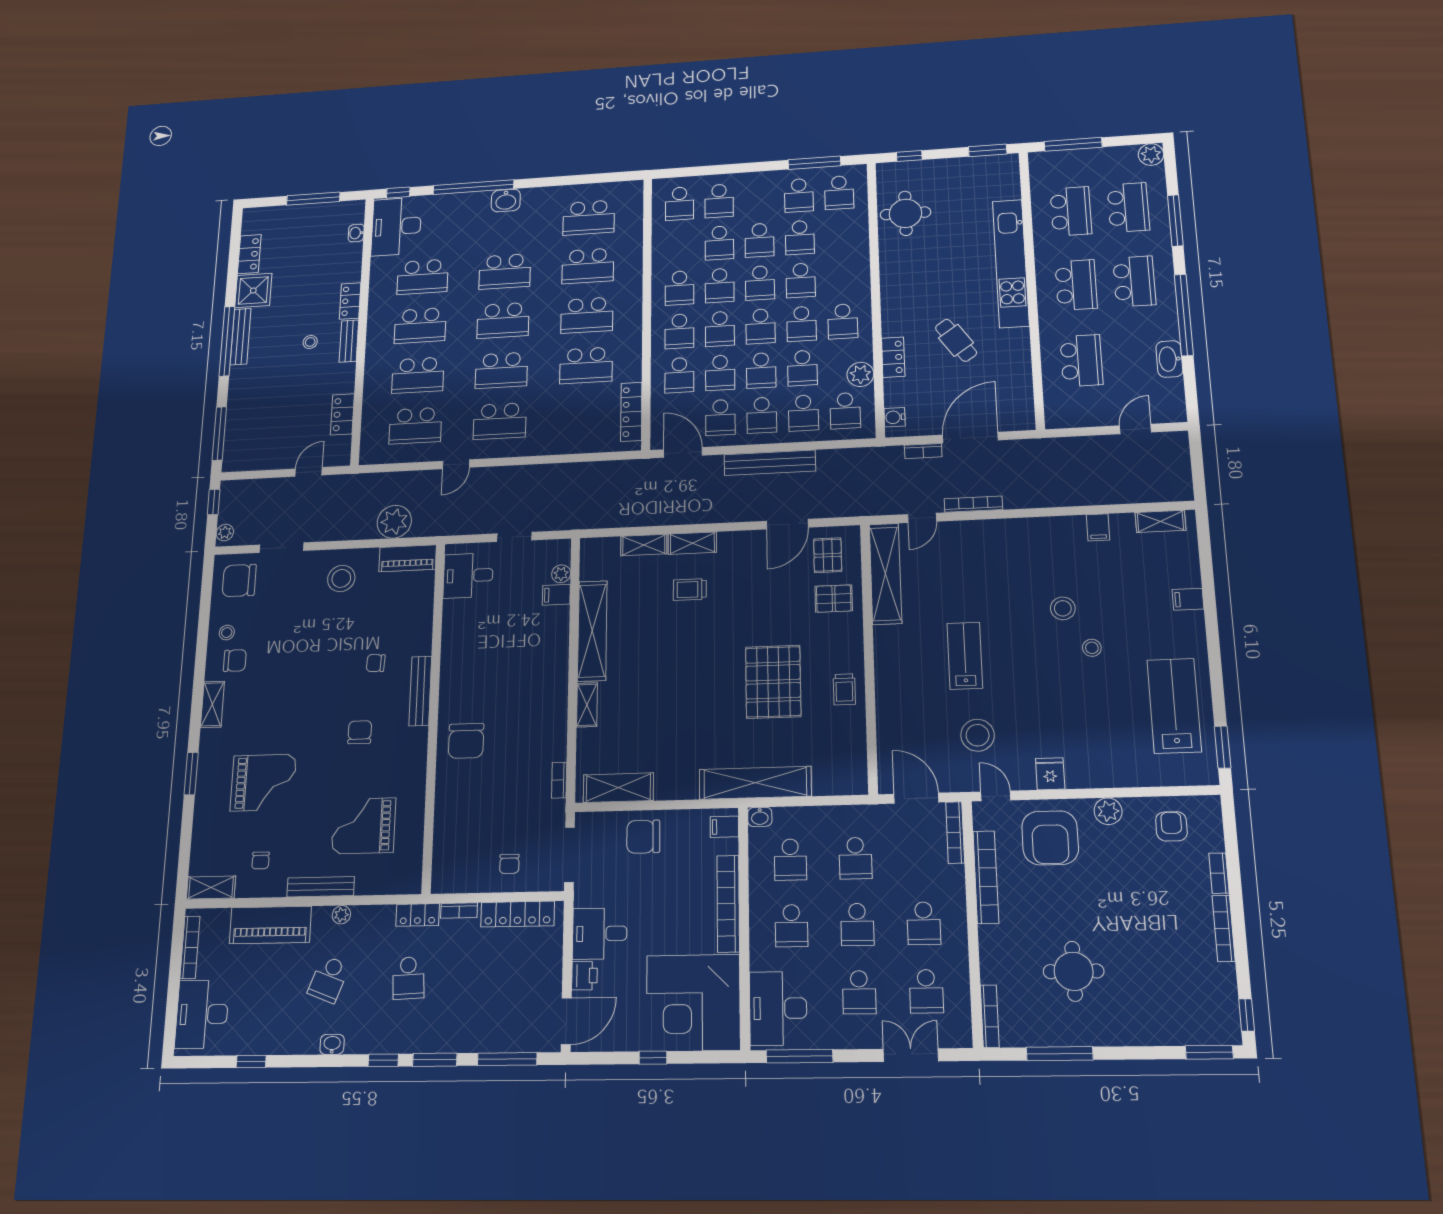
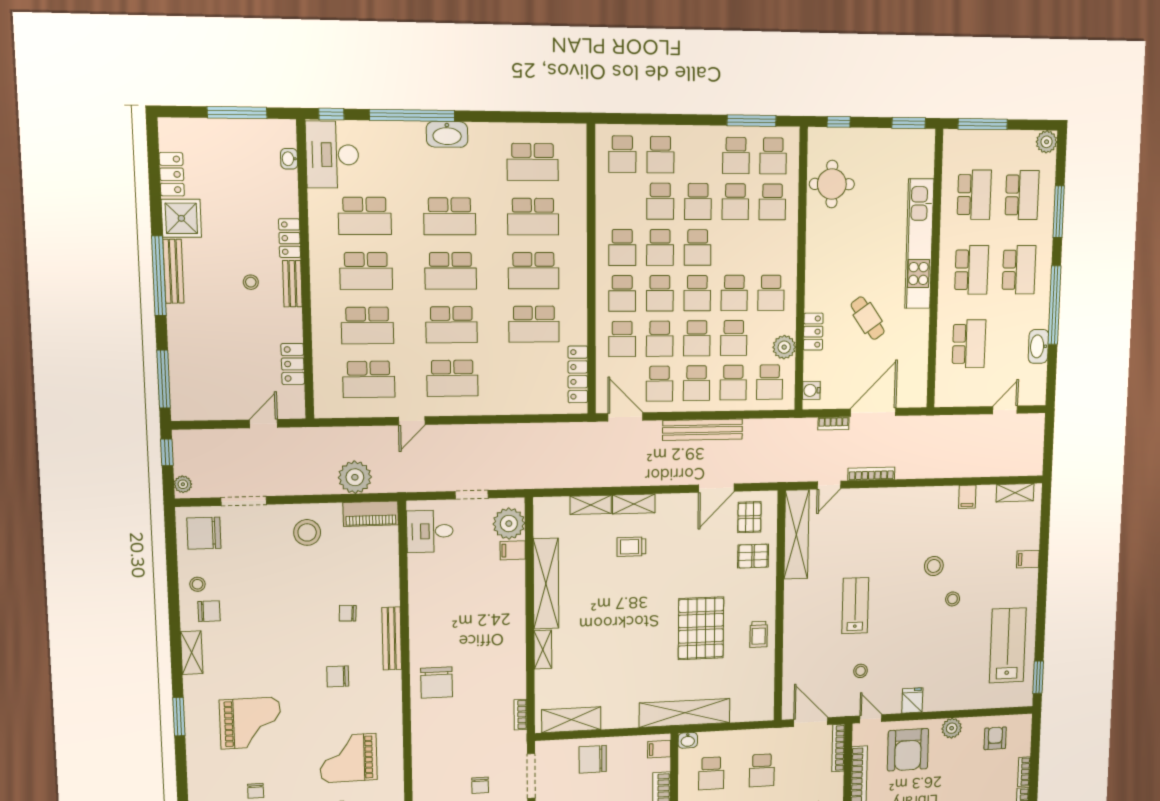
washbasin: (506, 200) -> (447, 134), width x1.38
school desk: (801, 280) -> (772, 202), moved
plant: (561, 574) -> (509, 524), width x1.88, depth x1.88
chair: (360, 732) -> (338, 676), turned -90
stool: (978, 735) -> (861, 671), width x0.53, depth x0.53

